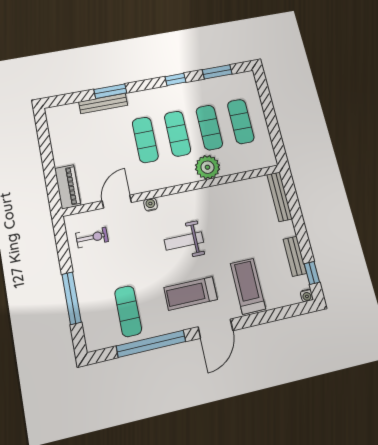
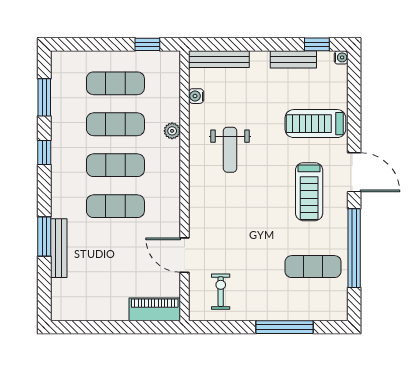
window: (276, 140) -> (147, 44), added
plant: (208, 167) -> (172, 131), width x0.53, depth x0.53
water cooler: (151, 204) -> (196, 96), moved
weight bench: (184, 241) -> (230, 150), moved

